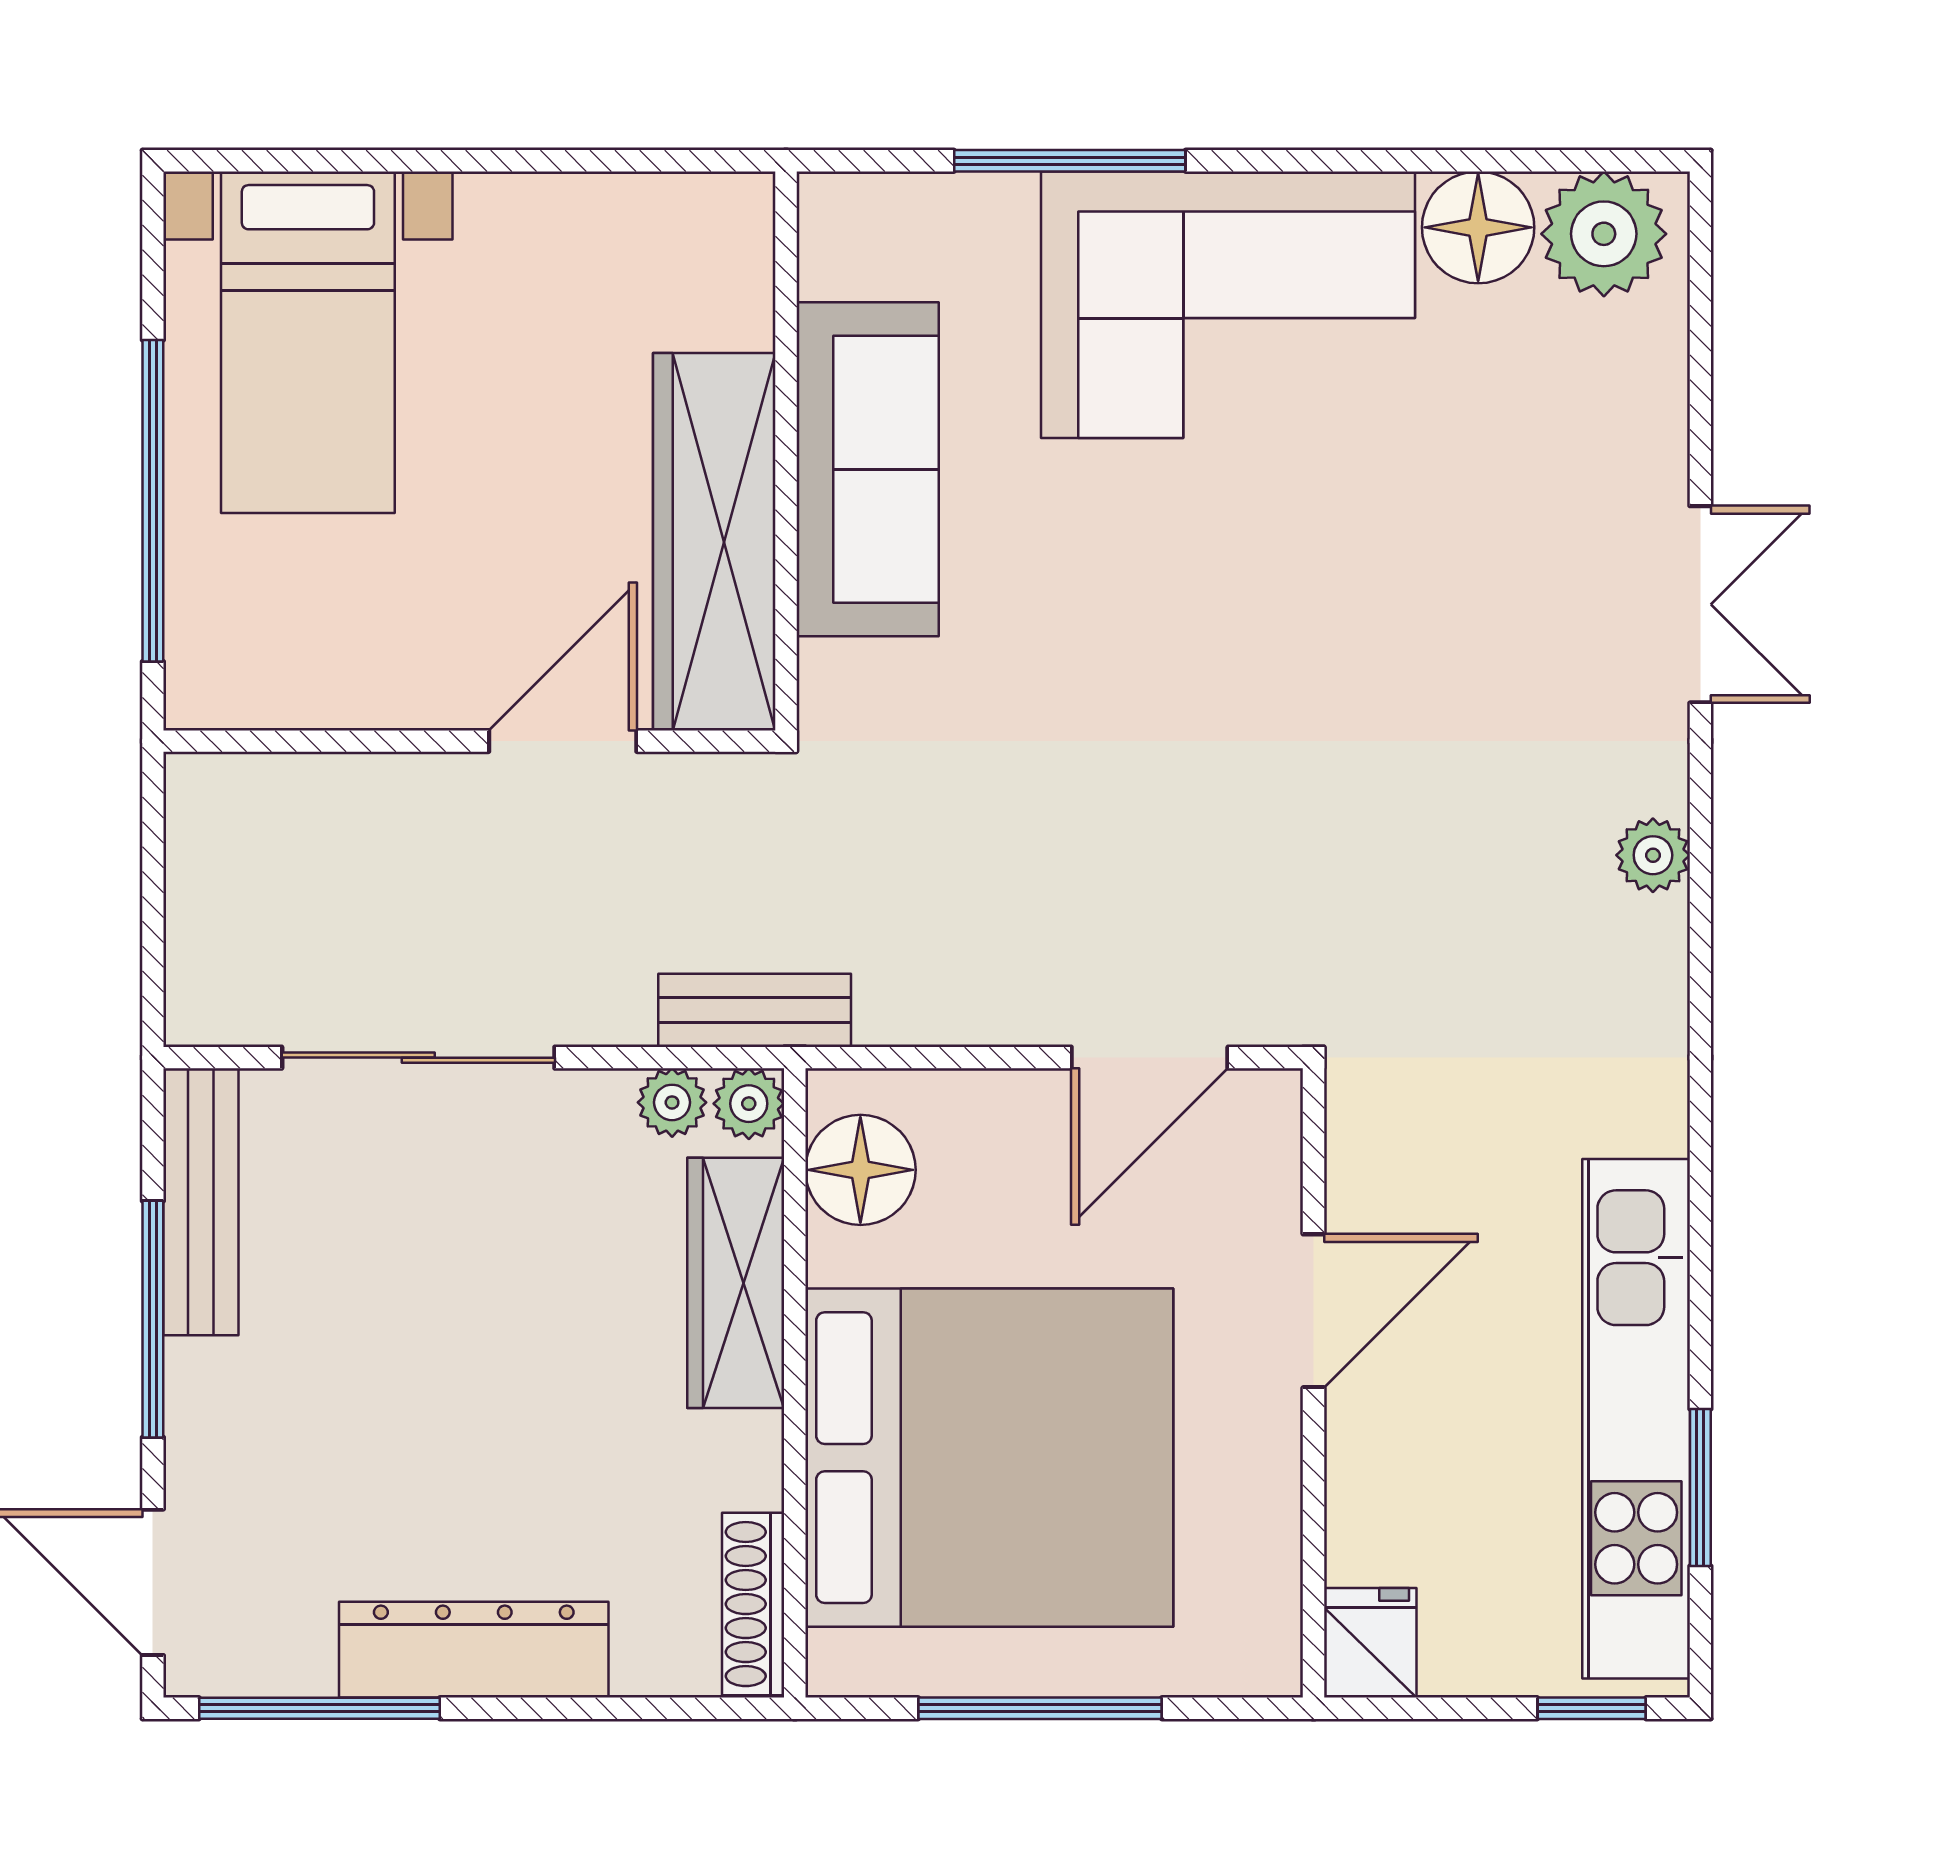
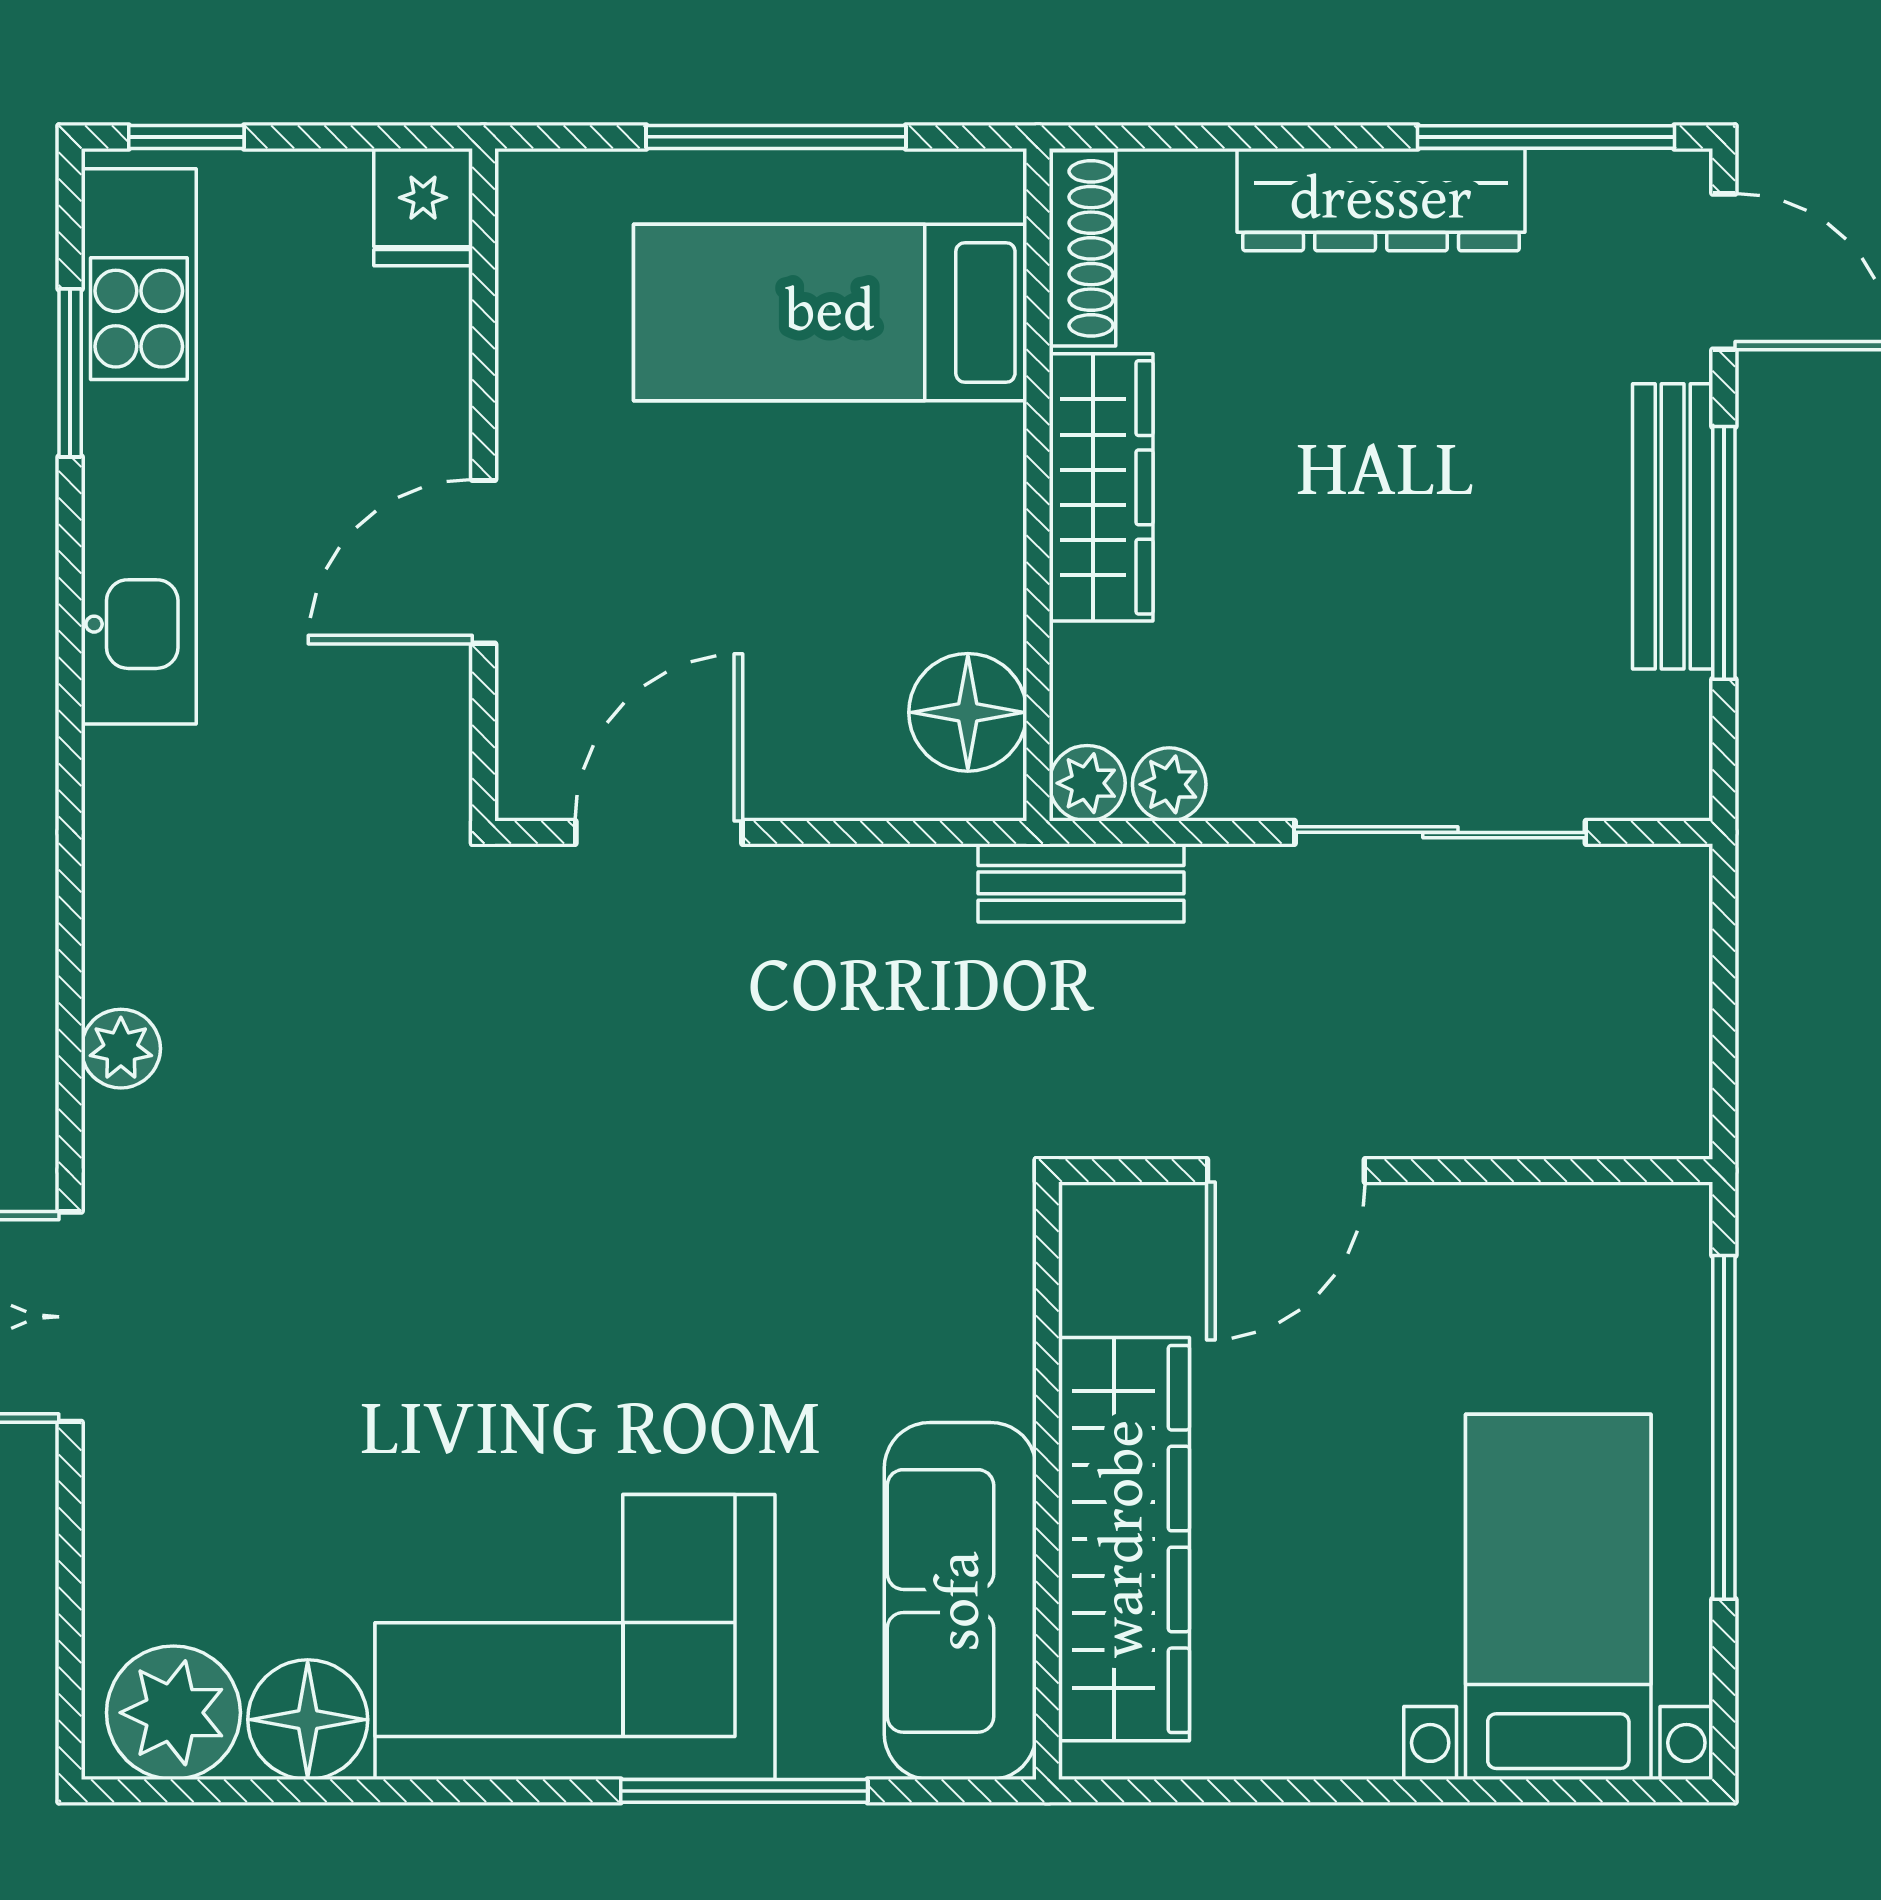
sofa: (868, 469) -> (960, 1601), moved
wardrobe: (714, 542) -> (1124, 1539), moved
bench: (201, 1202) -> (1673, 526), moved
wardrobe: (736, 1283) -> (1101, 487), moved
bed: (989, 1458) -> (830, 312), width x0.49

